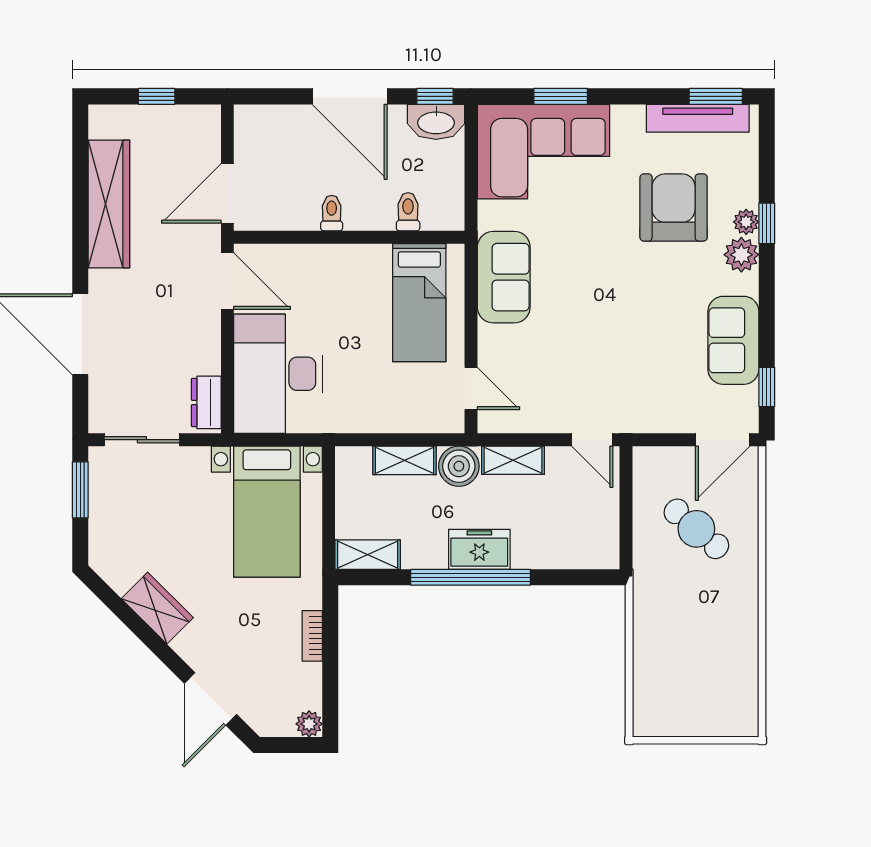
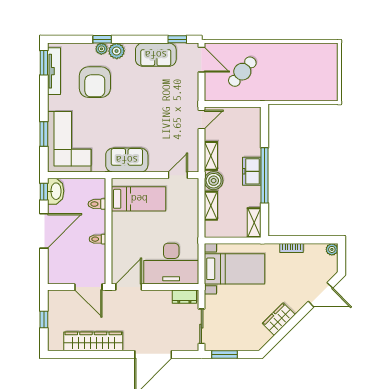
armchair: (674, 207) -> (95, 82), turned -90

